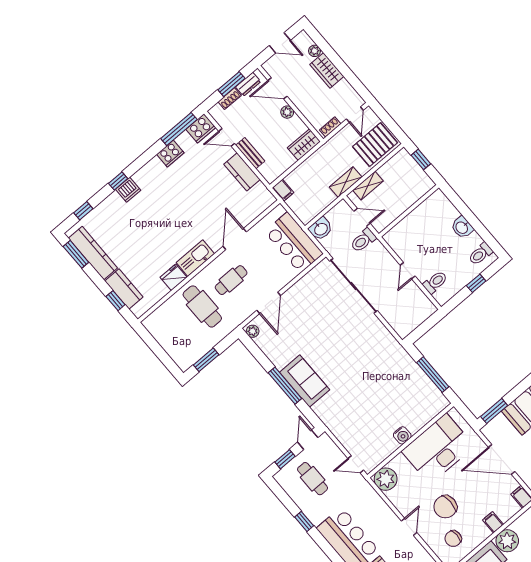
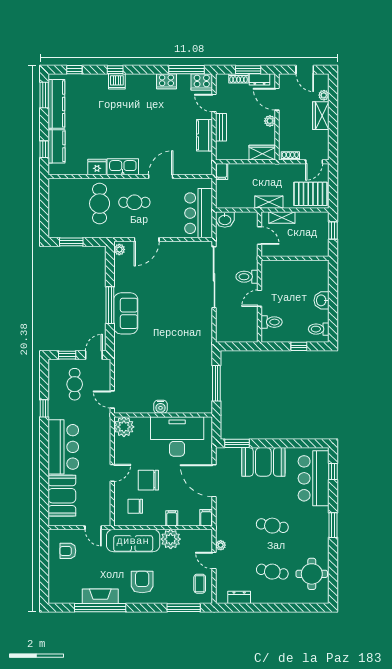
toilet: (363, 240) -> (247, 277), moved

